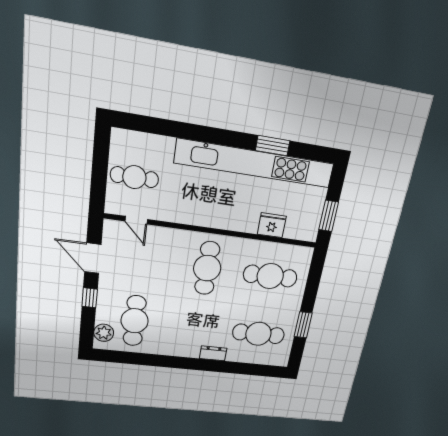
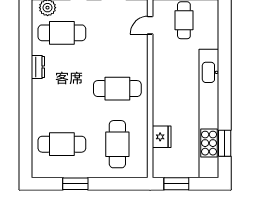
window: (273, 146) -> (225, 143), moved
cafe table: (258, 334) -> (62, 144), turned 90
dresser: (213, 353) -> (38, 67), moved

